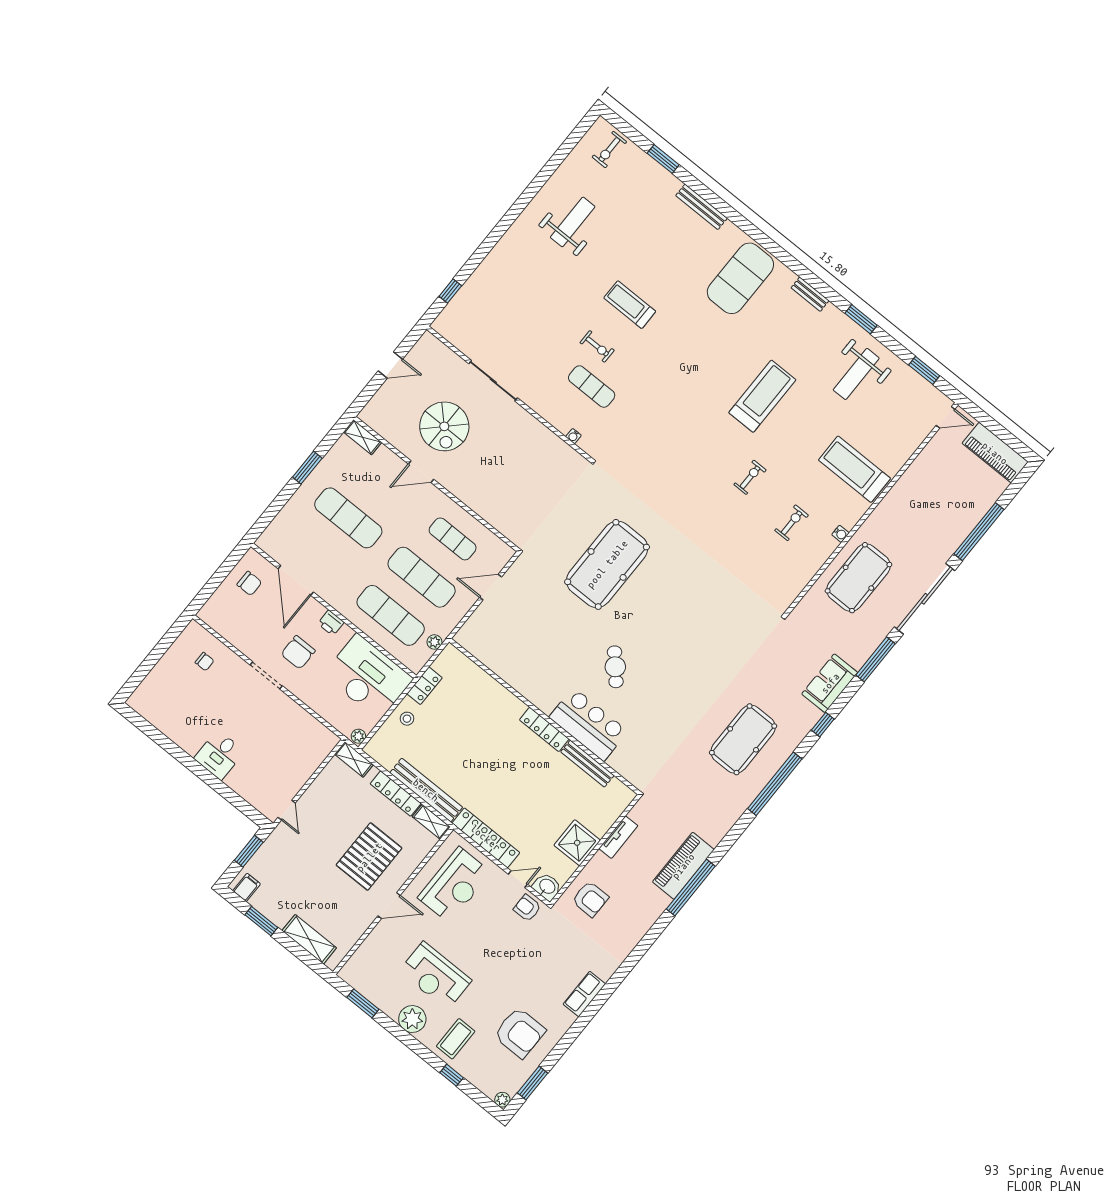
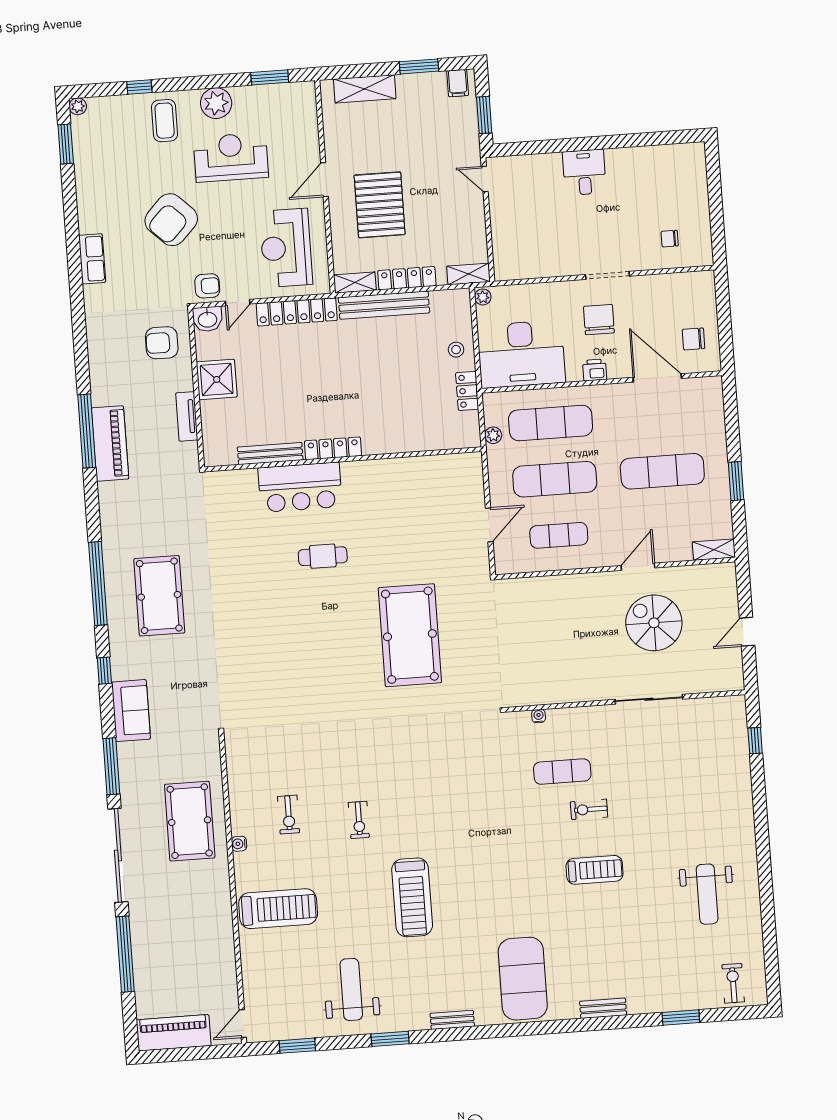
bench: (701, 207) -> (603, 1008), width x0.73
cafe table: (615, 667) -> (323, 556), turned -48
armchair: (520, 1033) -> (171, 220), moved, turned -46

